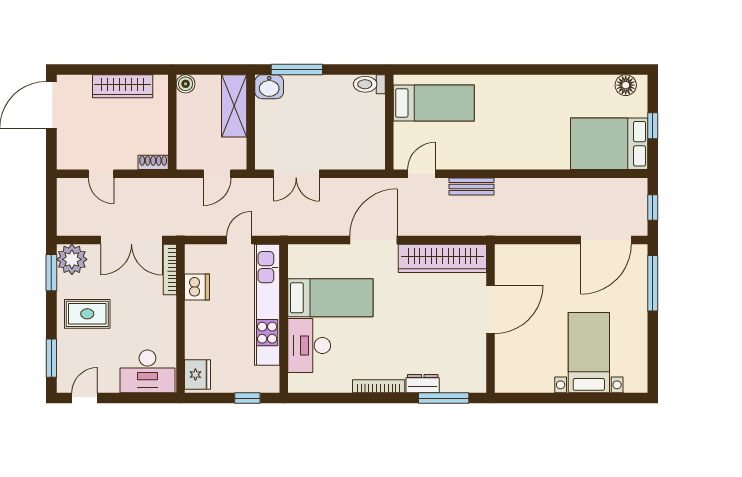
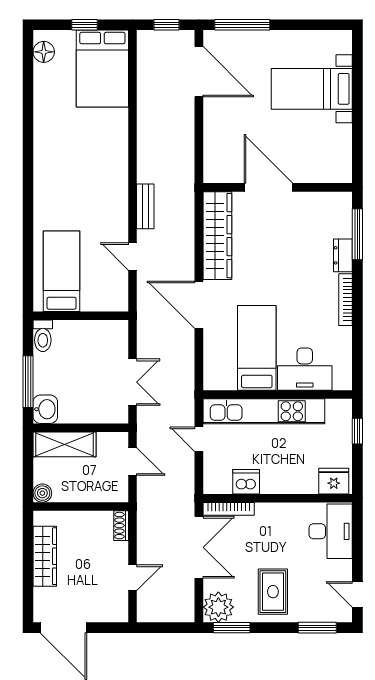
toilet: (369, 84) -> (43, 336), moved
bed: (434, 103) -> (62, 271), moved
wall: (389, 122) -> (81, 316), moved

